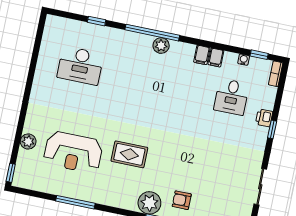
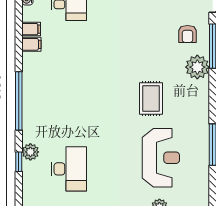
plant: (161, 46) -> (30, 152), moved

